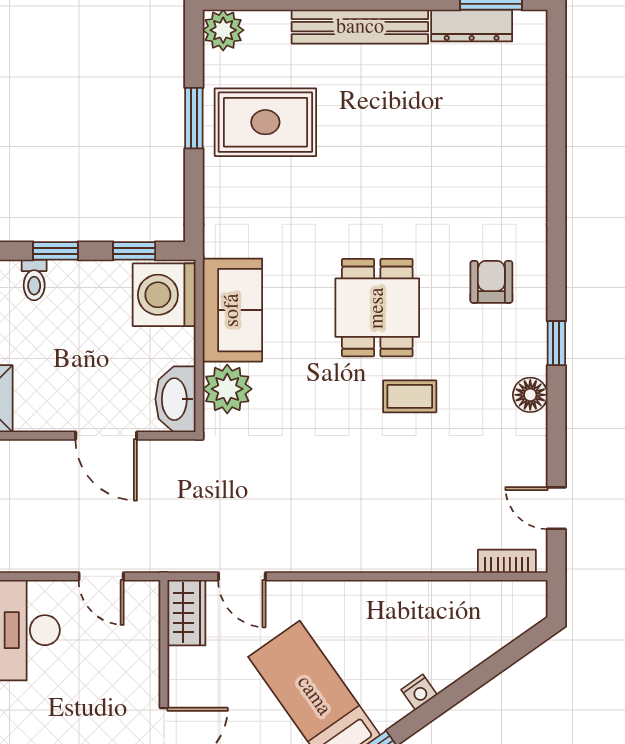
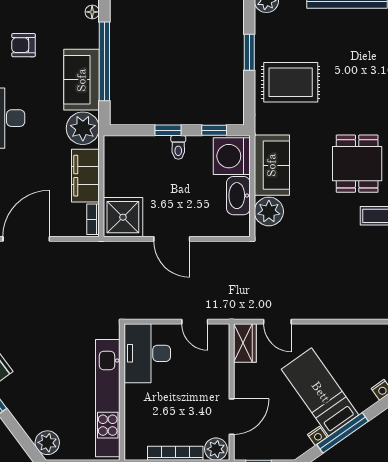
rug: (265, 122) -> (291, 82), moved
toilet: (34, 280) -> (178, 147), moved
washbasin: (176, 399) -> (238, 196), moved
door: (106, 436) -> (172, 239), moved

